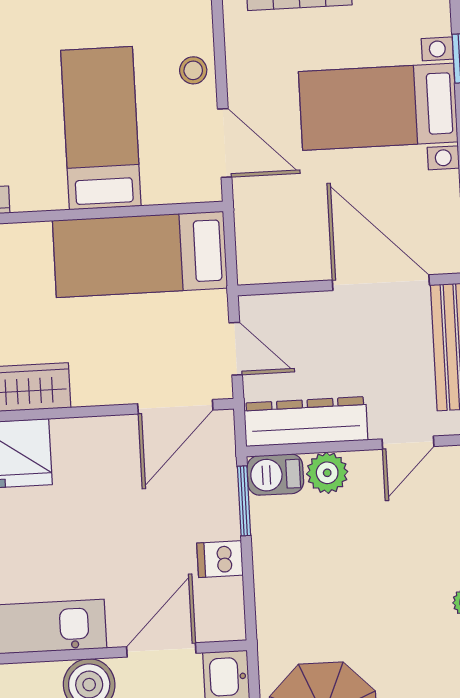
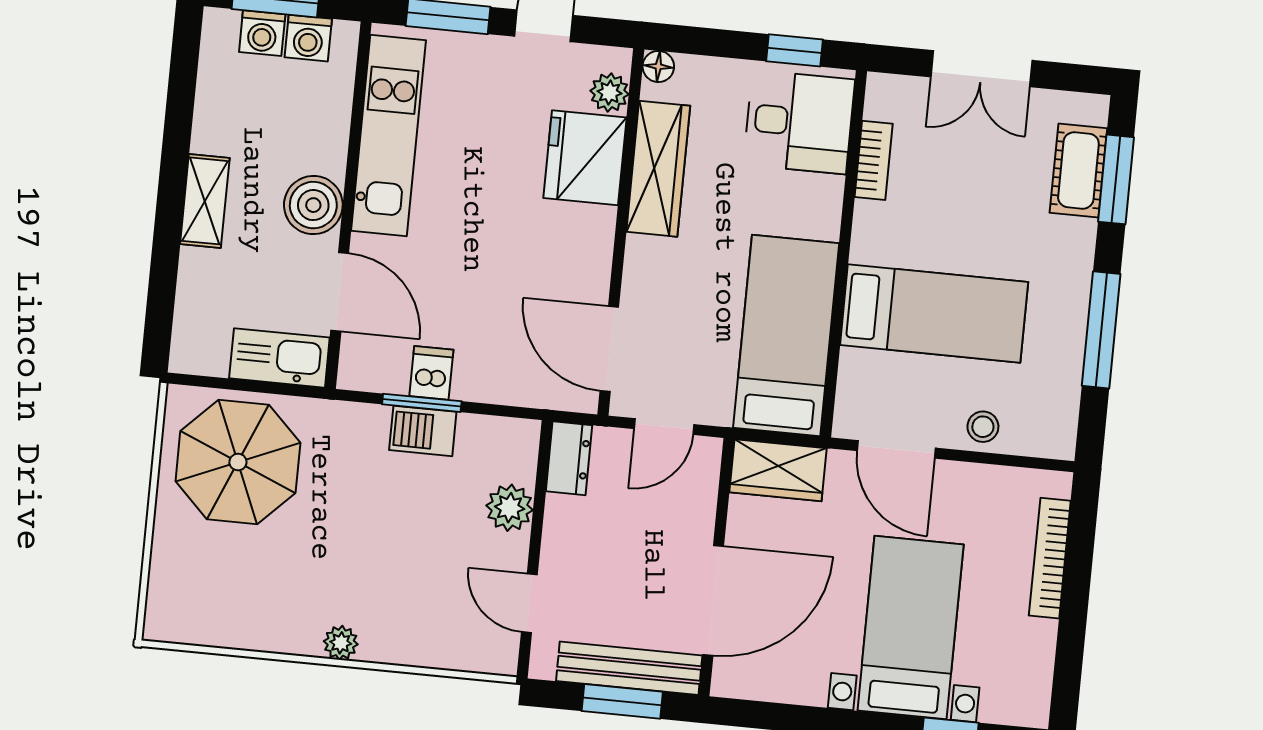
door: (225, 143) -> (896, 449), hinge flipped
wardrobe: (259, 243) -> (778, 470), added
dresser: (306, 422) -> (569, 458), width x0.51, depth x0.80
barbecue: (275, 475) -> (423, 431), moved, turned -90
window: (244, 501) -> (422, 403), moved

